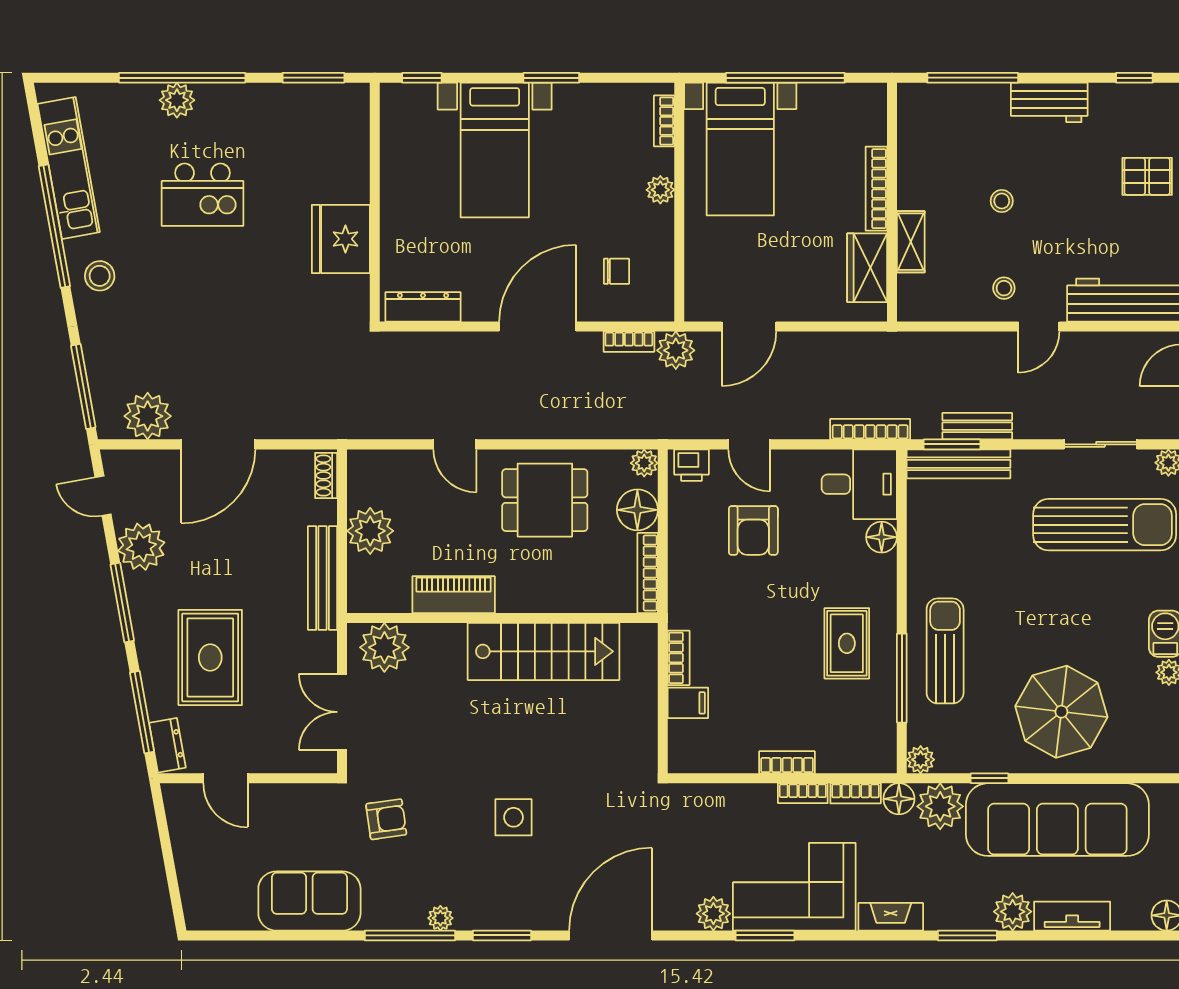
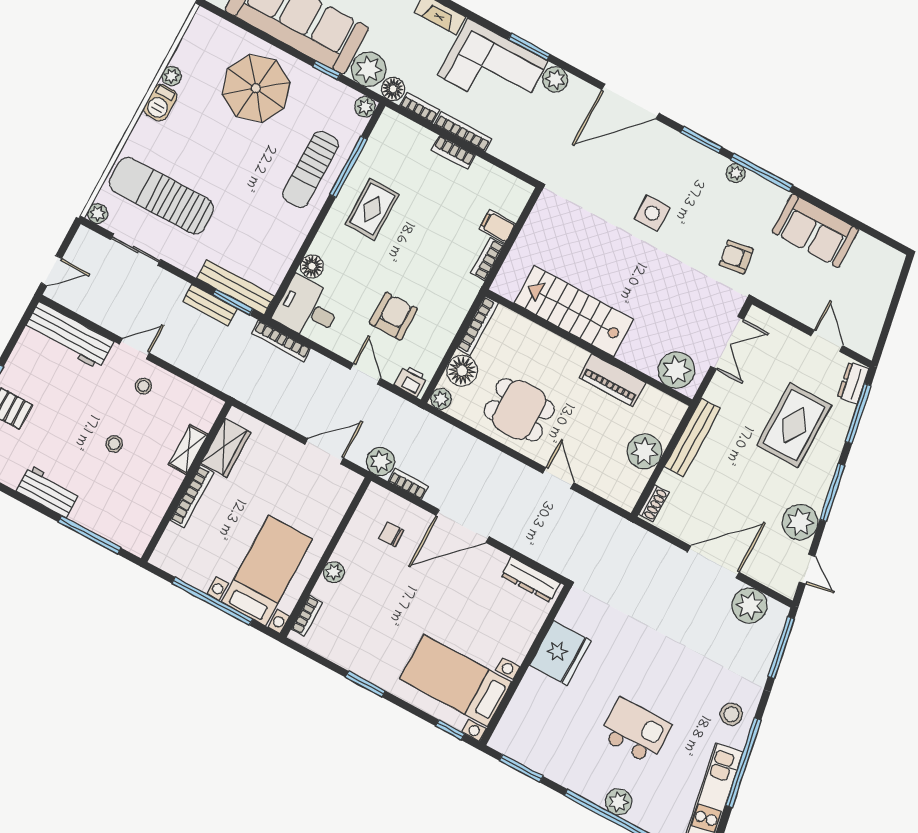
bed with nightstands: (495, 150) -> (456, 680), moved, turned -90
bookcase: (803, 793) -> (463, 131), width x1.56

